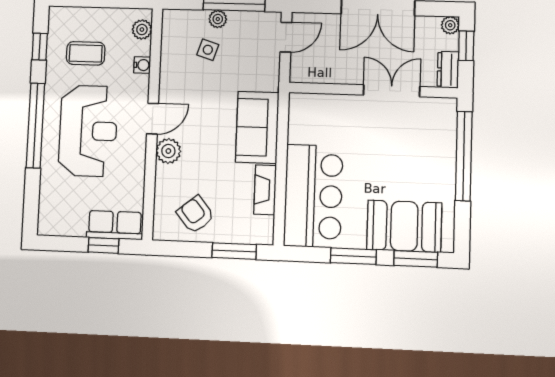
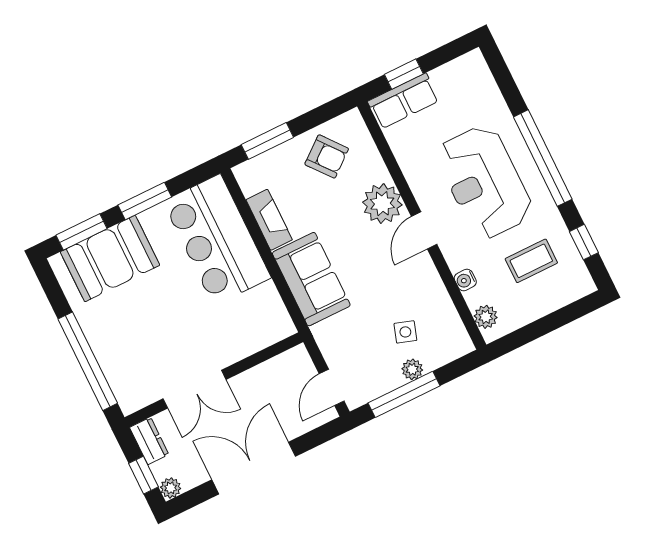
plant: (168, 151) -> (382, 204), width x1.36, depth x1.36

